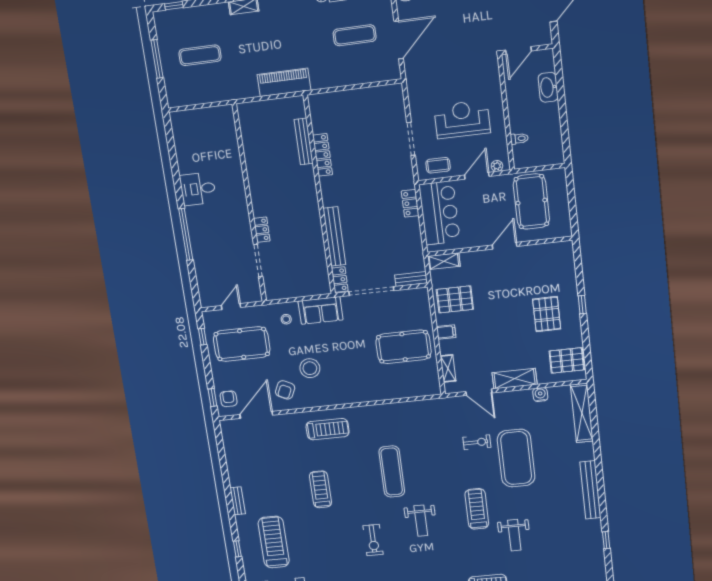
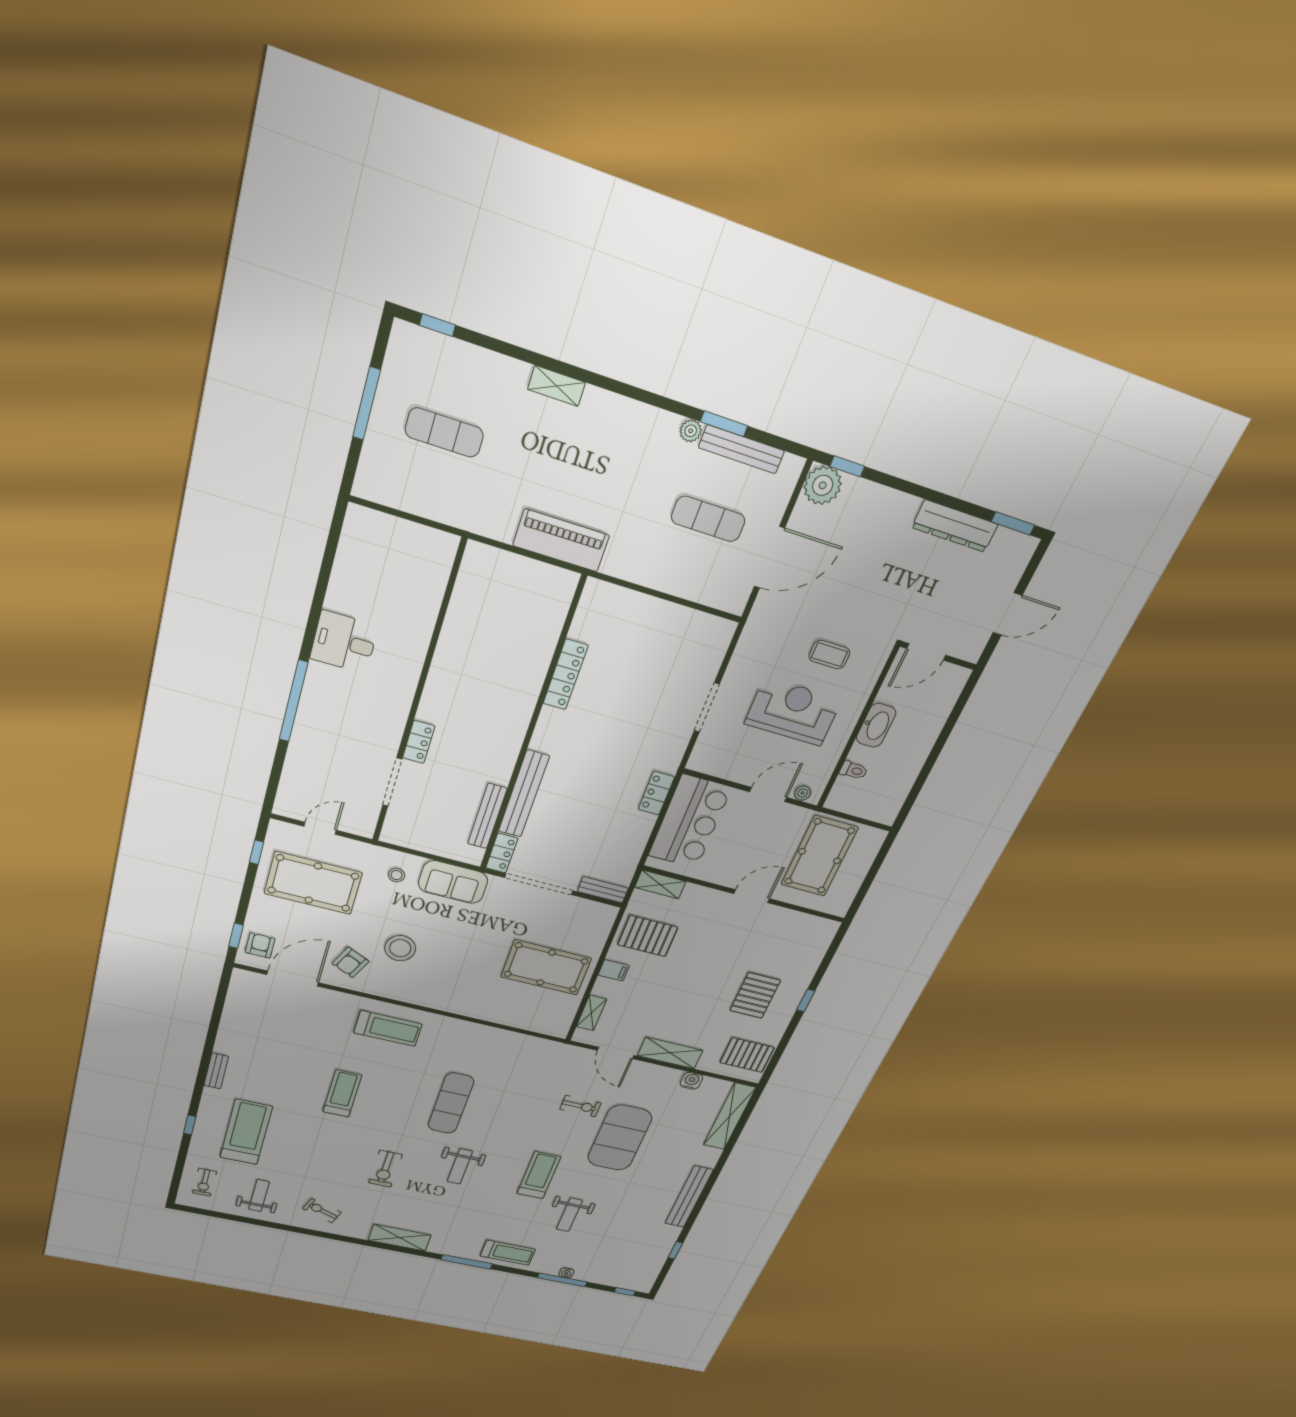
washbasin: (548, 87) -> (876, 725), moved, turned 180
bench: (304, 141) -> (487, 816), moved
coffee table: (438, 165) -> (829, 655), moved

